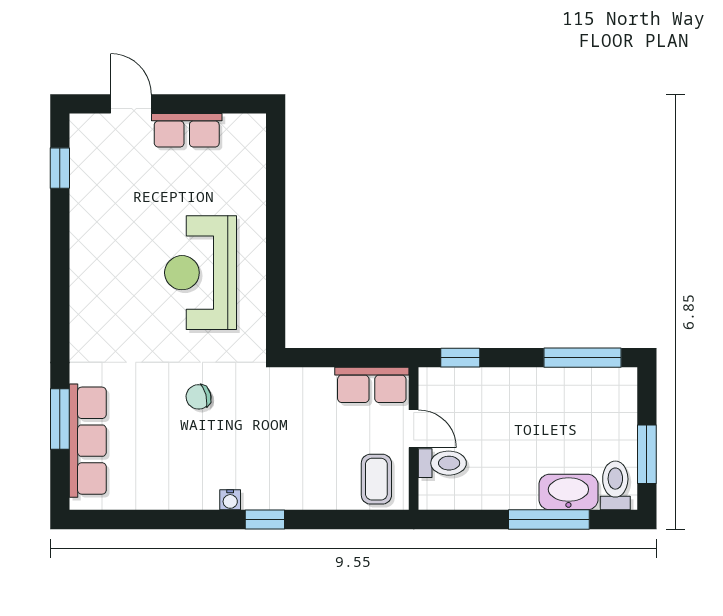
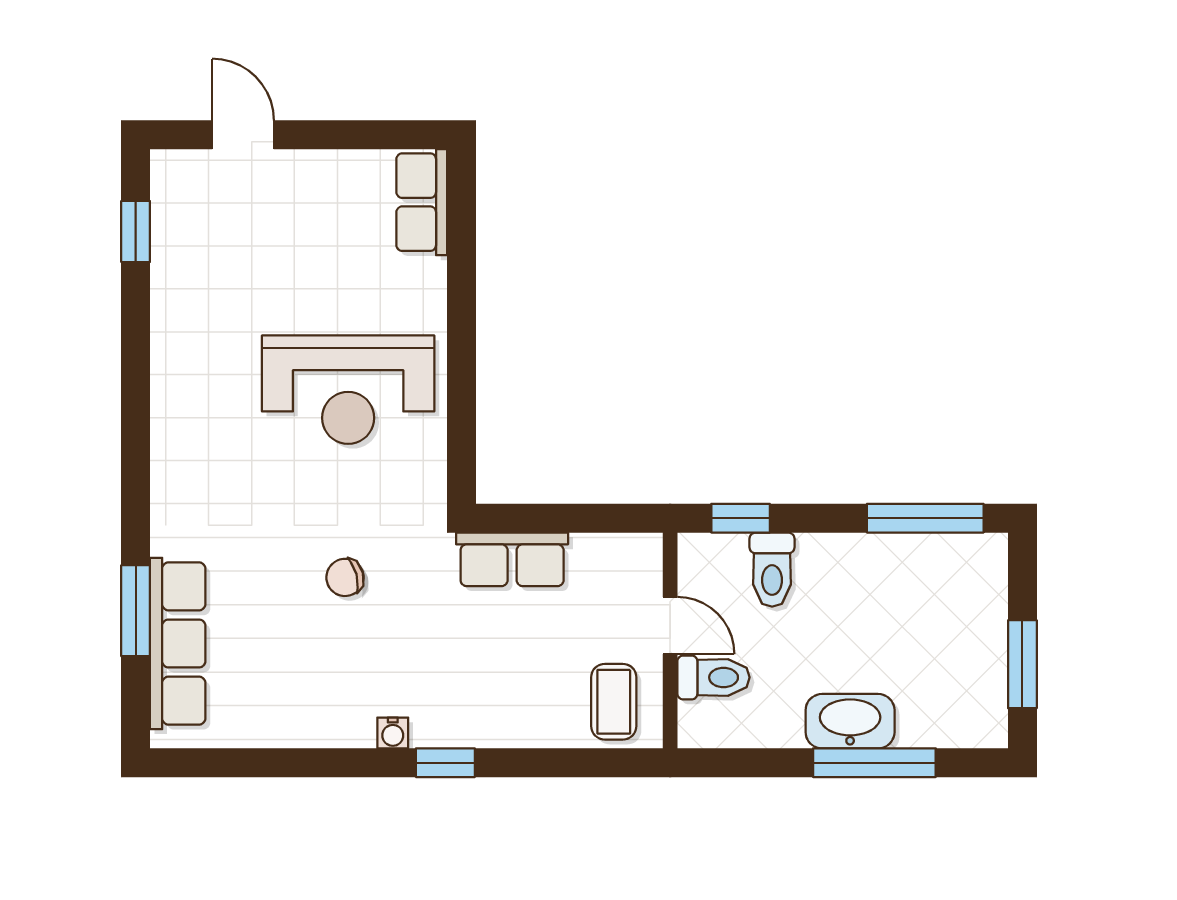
row of seats: (187, 130) -> (422, 202), moved, turned 90
reception desk: (201, 273) -> (348, 390), turned -90
row of seats: (372, 385) -> (512, 559), moved
toilet: (615, 485) -> (772, 570), moved, turned 180
washbasin: (568, 492) -> (850, 721), moved

